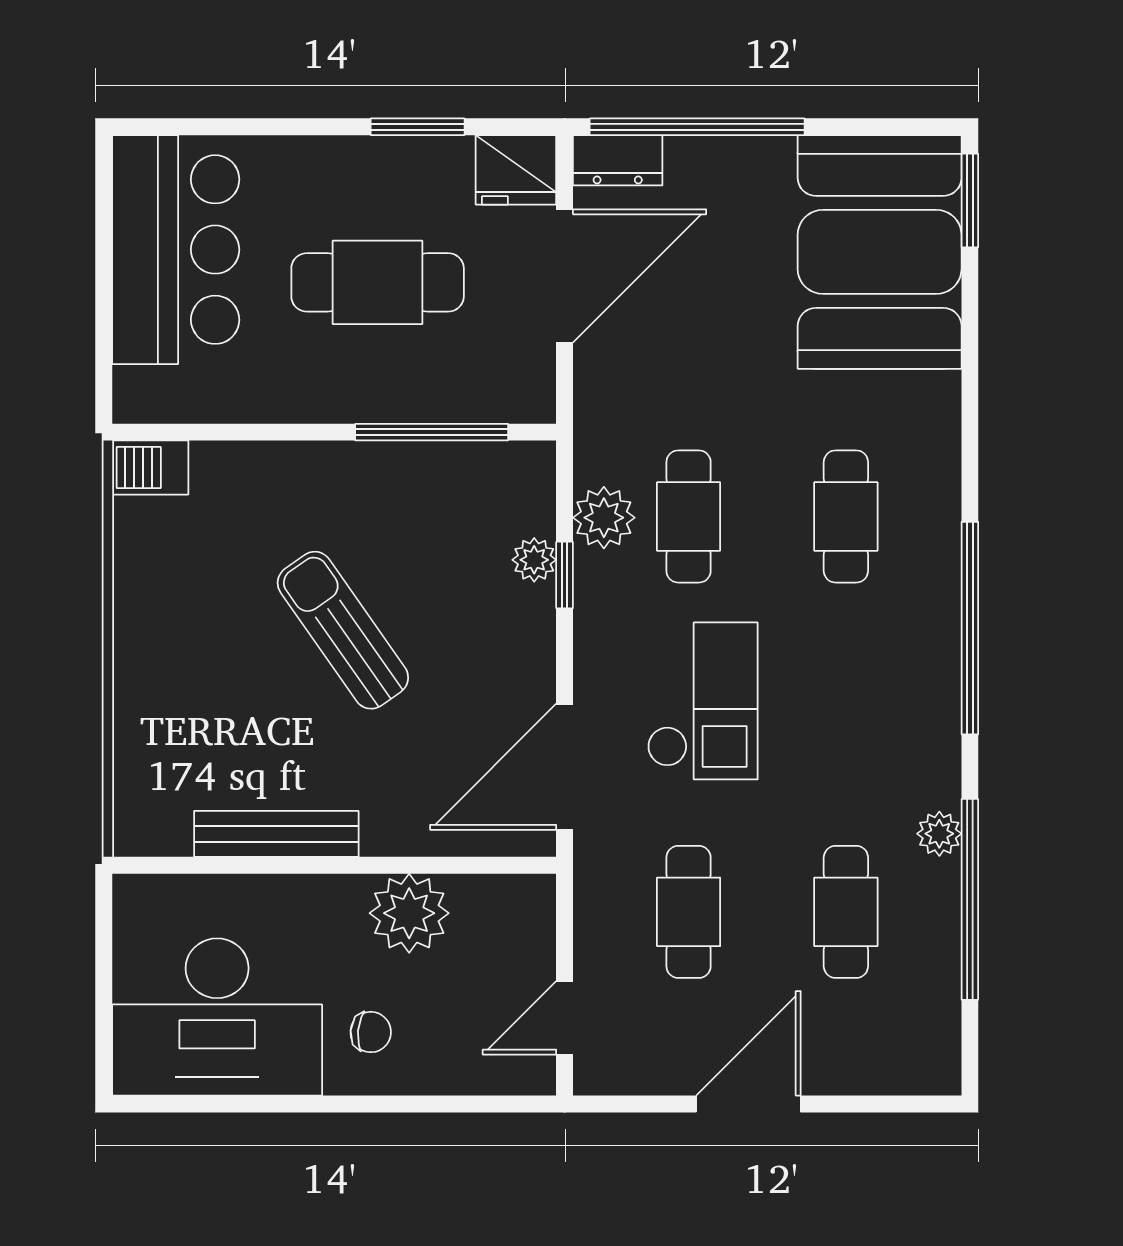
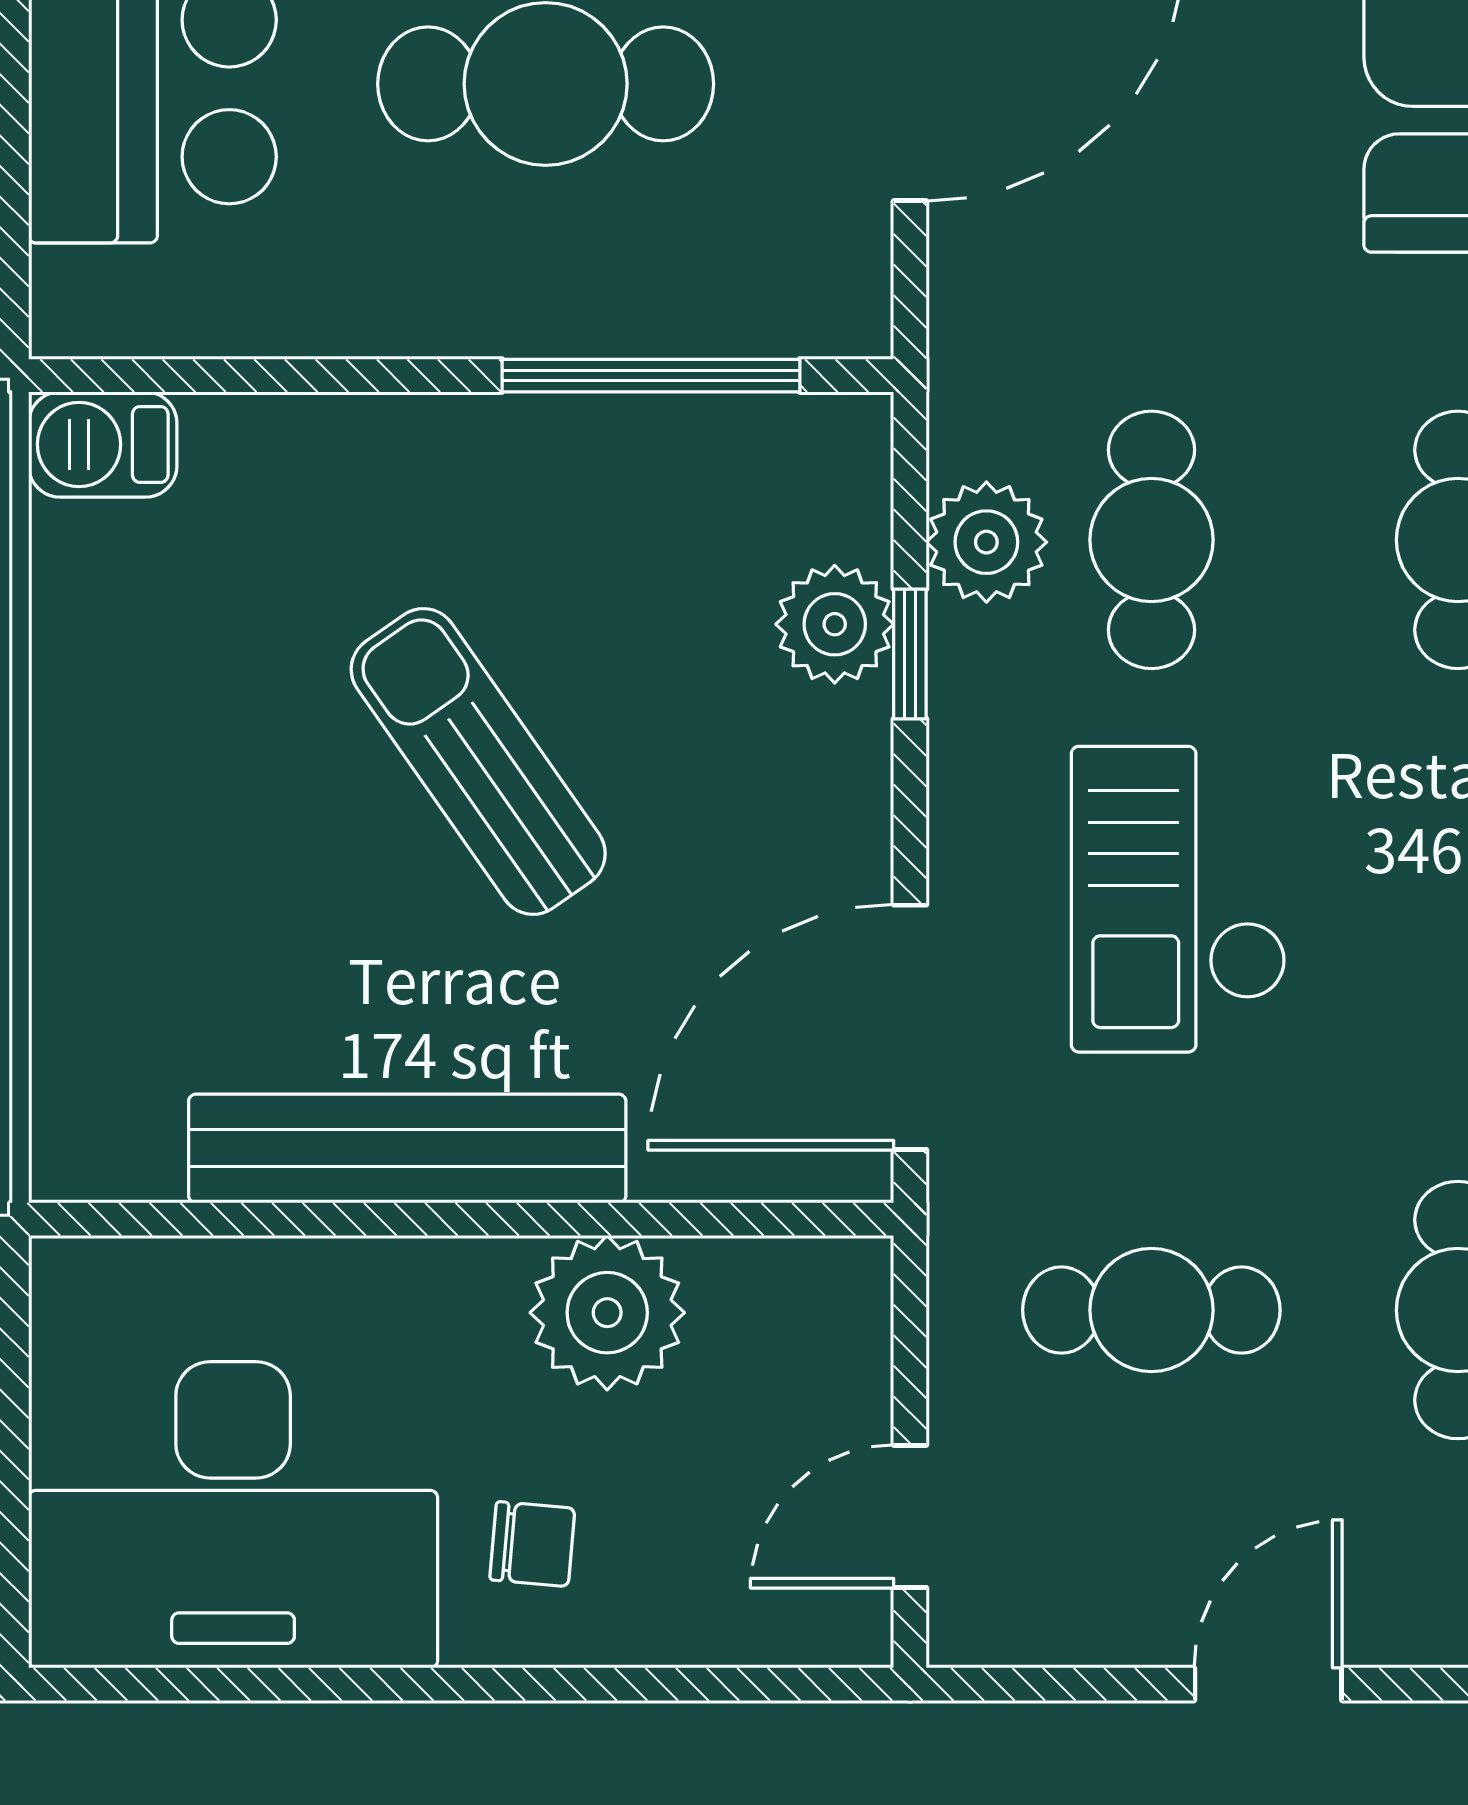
plant: (534, 560) -> (835, 624), width x1.38, depth x1.38
checkout: (703, 701) -> (1179, 899), turned 180
bench: (276, 834) -> (407, 1148), width x1.37, depth x1.21
cafe table: (689, 912) -> (1151, 1310), turned 90
door: (748, 1104) -> (1268, 1684), width x0.73

